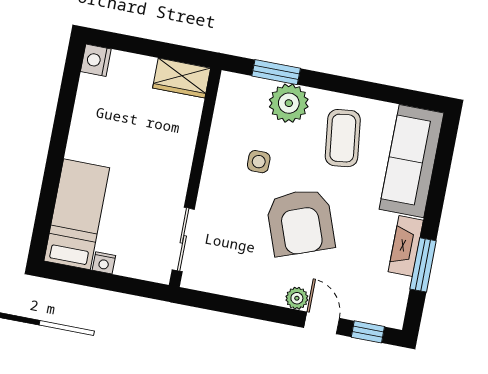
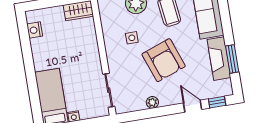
nightstand: (96, 60) -> (35, 30), moved
fireplace: (406, 246) -> (219, 59), width x1.37, depth x1.32
plant: (297, 298) -> (152, 102), moved

